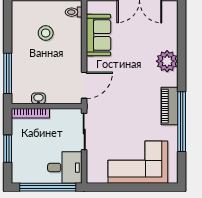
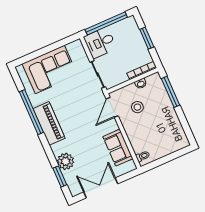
window: (182, 31) -> (60, 176), added
stool: (46, 33) -> (137, 107), moved
plant: (167, 61) -> (66, 161), moved
piano: (169, 106) -> (49, 123), width x1.37, depth x1.33

